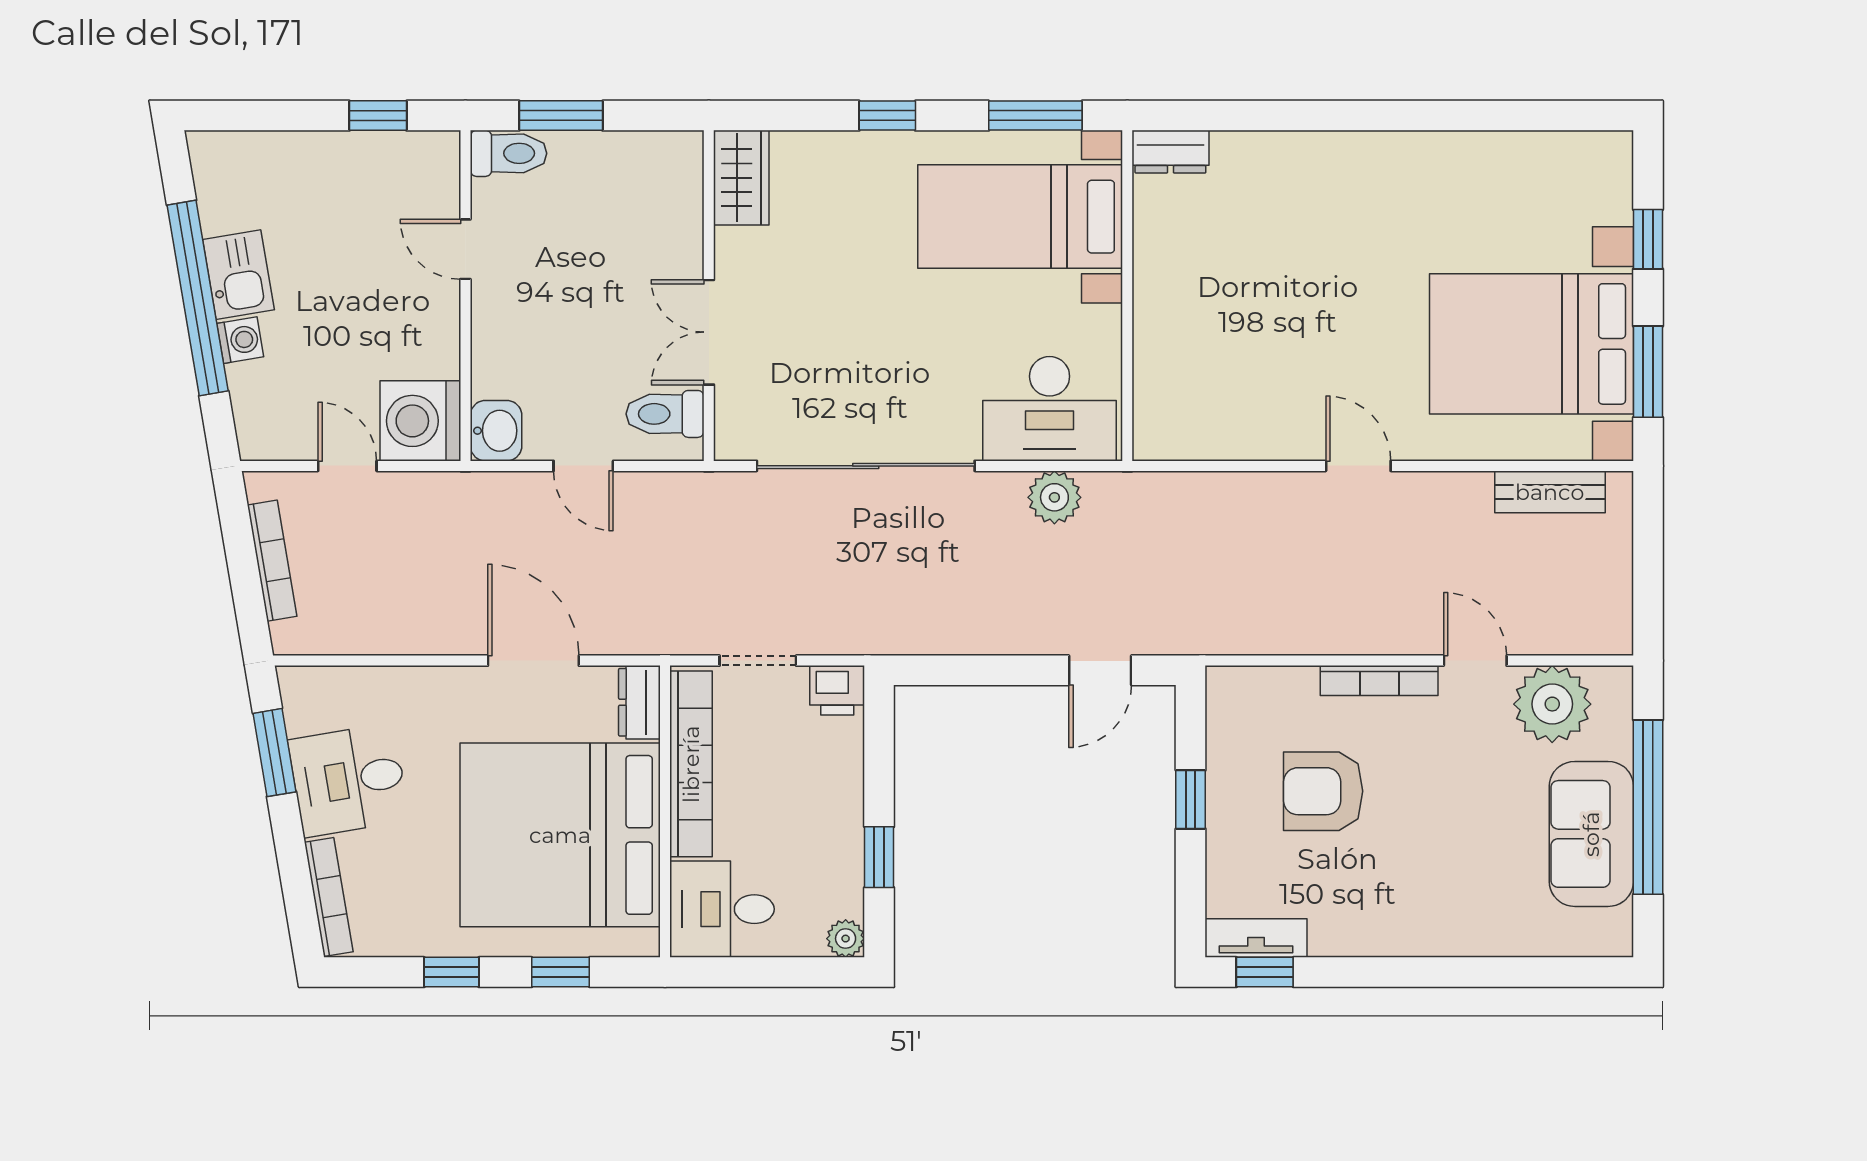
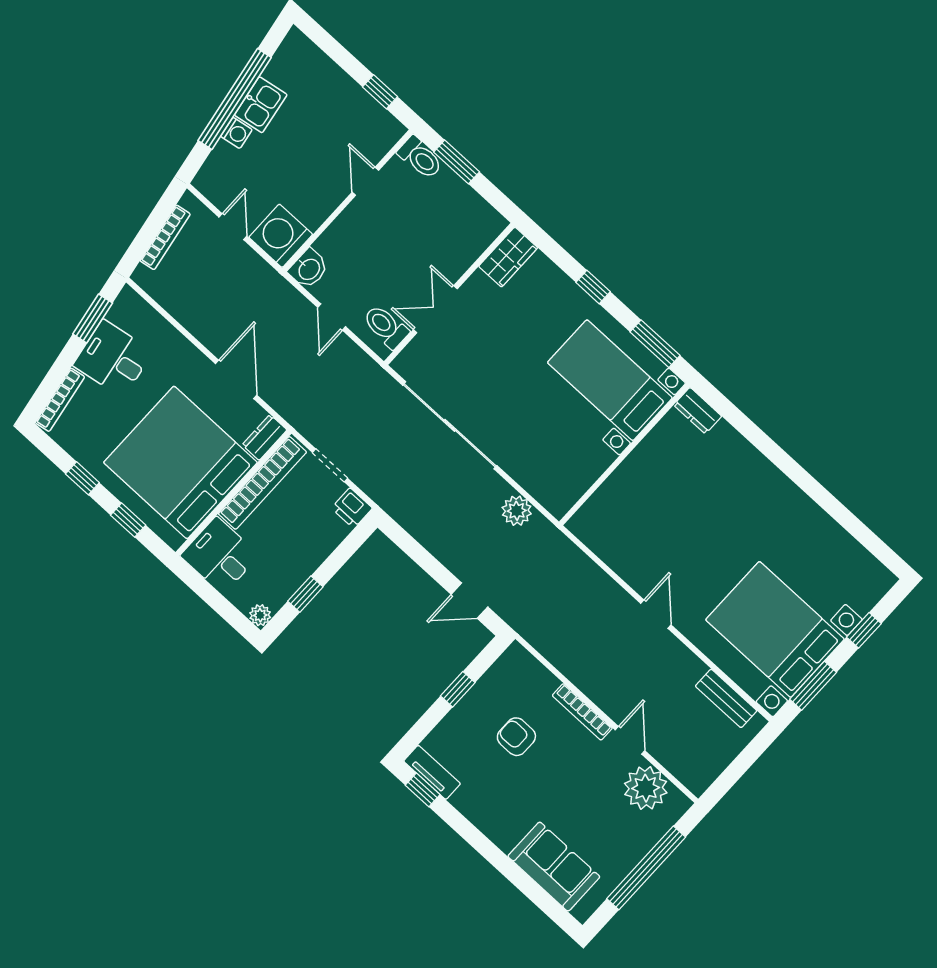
desk: (1050, 409) -> (549, 472), removed
armchair: (1323, 791) -> (516, 737), width x0.72, depth x0.72
sofa: (1591, 834) -> (554, 867), moved, turned 90

